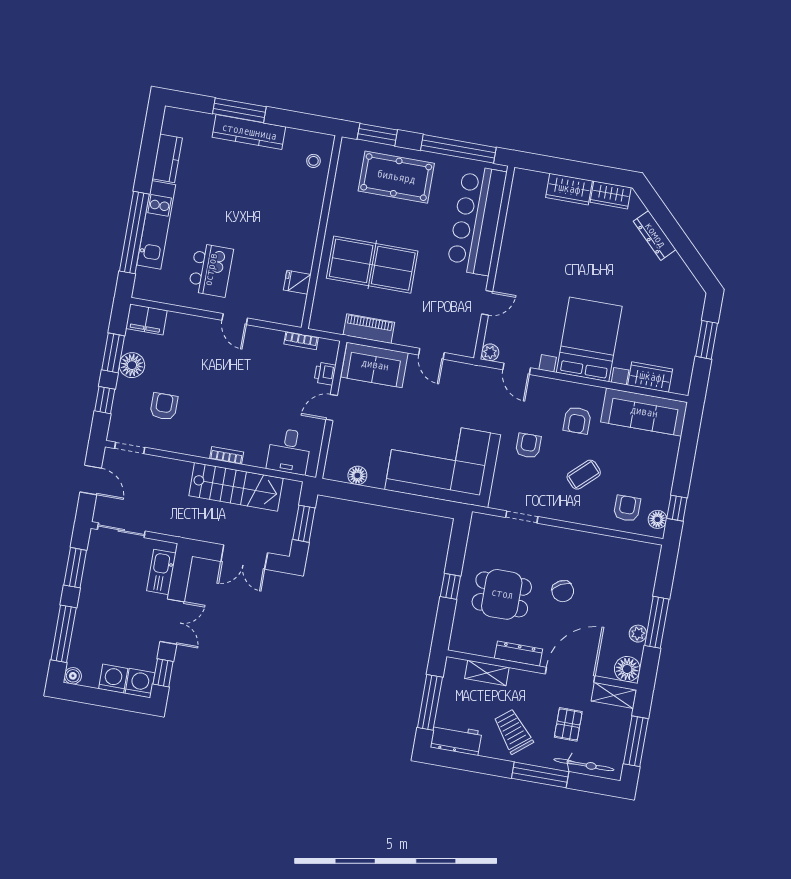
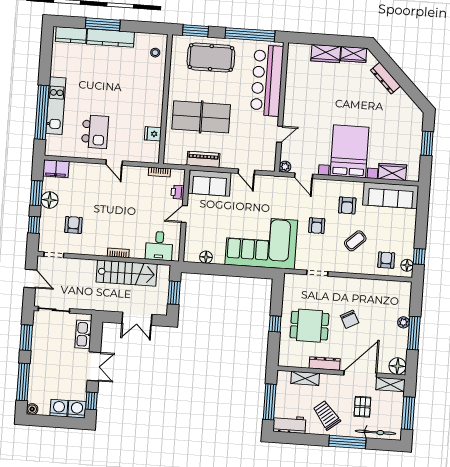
kitchen counter: (167, 158) -> (71, 35), moved, turned 90
armchair: (528, 446) -> (317, 226), turned 180
plant: (638, 634) -> (403, 322), moved

